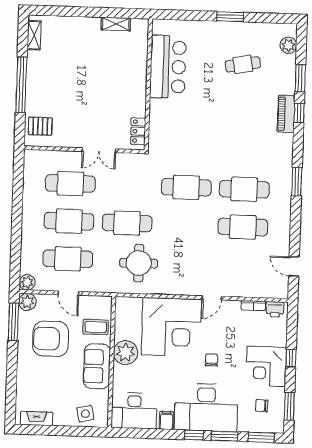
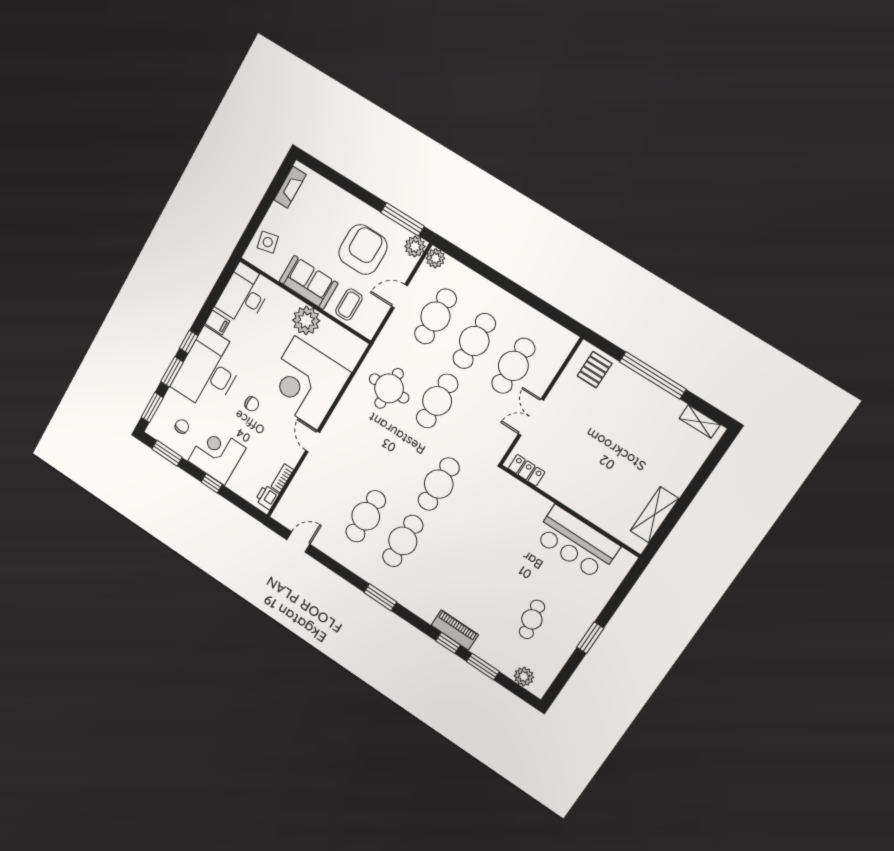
shelving: (116, 24) -> (654, 515), width x1.50, depth x1.33

